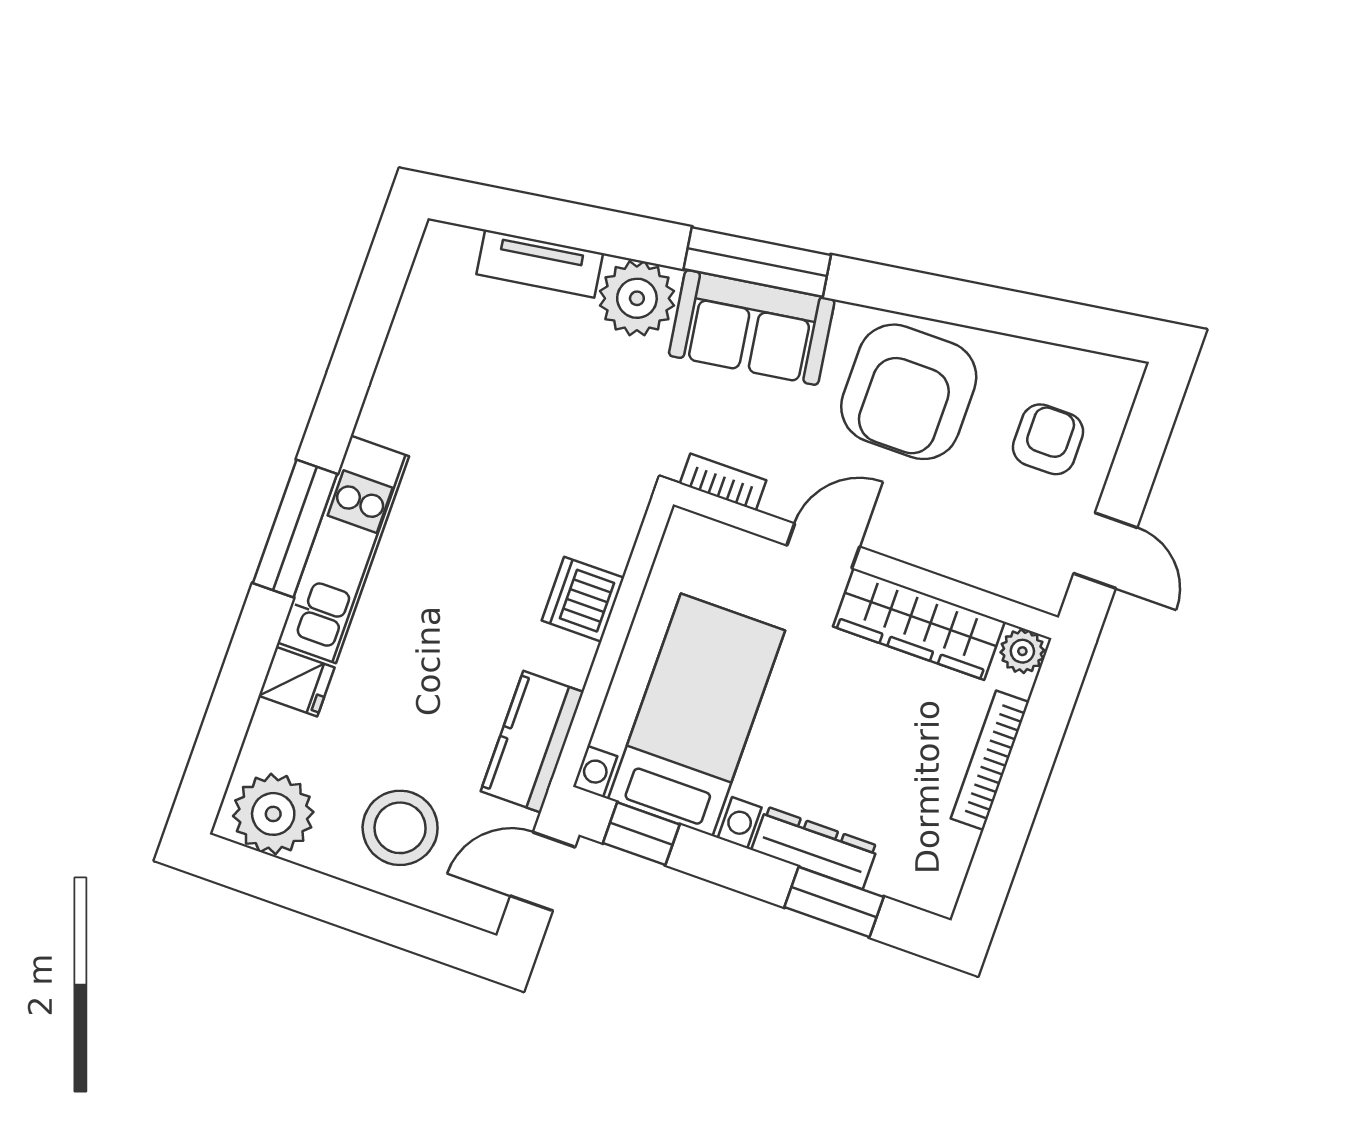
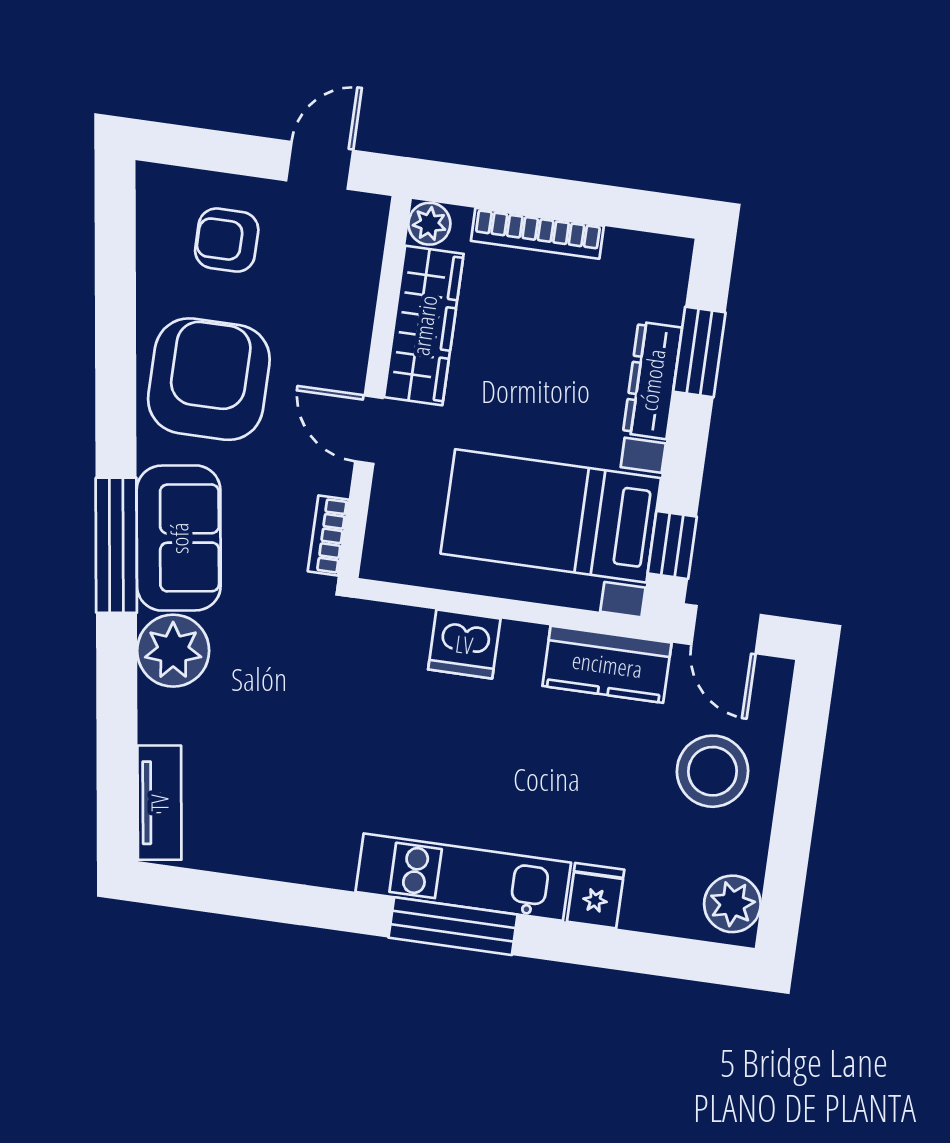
tv unit: (540, 264) -> (159, 803), moved
armchair: (909, 392) -> (209, 379), turned -90
plant: (273, 814) -> (732, 904), width x0.73, depth x0.73

